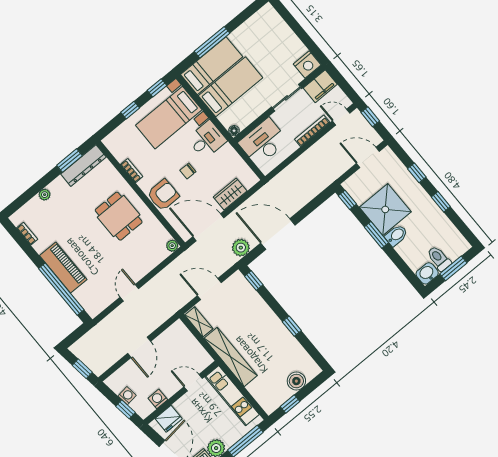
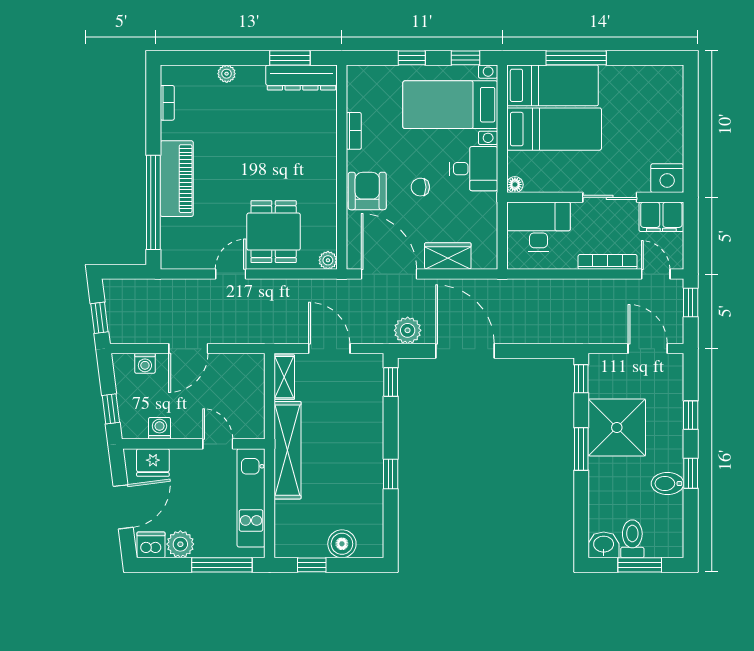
armchair: (163, 195) -> (367, 191), turned -90
dining table: (119, 216) -> (274, 232), moved
bidet: (396, 235) -> (667, 484), moved, turned 180
washing machine: (127, 396) -> (145, 363), moved, turned 97

